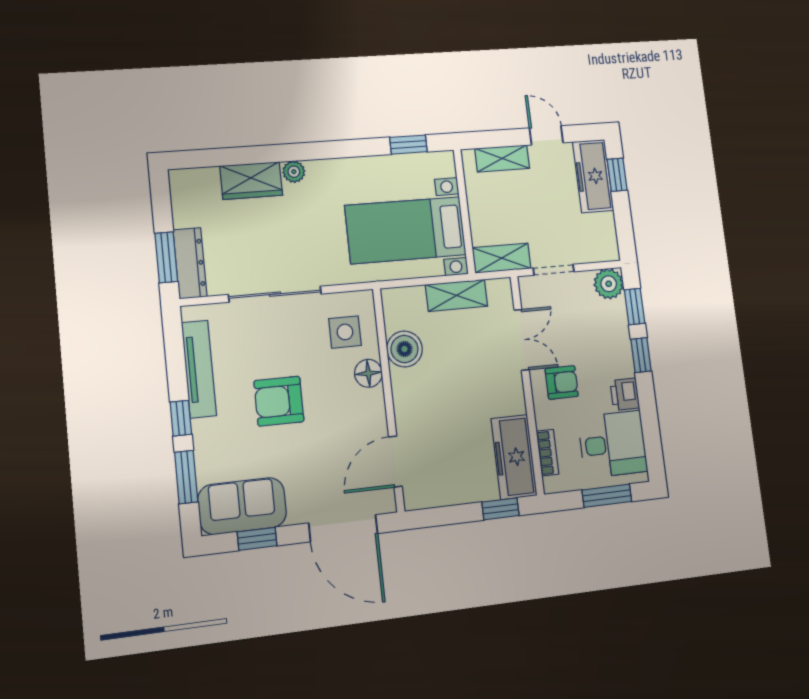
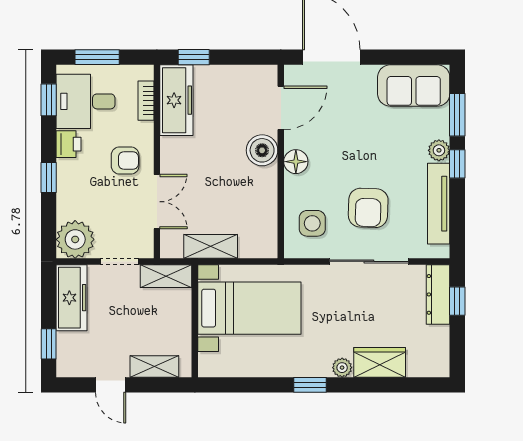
window: (408, 145) -> (310, 385), moved
freezer: (593, 176) -> (72, 298), moved
window: (166, 257) -> (457, 301), width x0.67
plant: (609, 284) -> (75, 239), width x1.36, depth x1.36
window: (635, 307) -> (49, 100), moved
double door: (522, 340) -> (157, 202), swing flipped
boiler: (404, 349) -> (262, 150), moved
floor lamp: (368, 373) -> (296, 162), moved
armchair: (562, 382) -> (125, 161), turned 180
armchair: (279, 401) -> (368, 208), moved, turned 92
plant: (204, 432) -> (439, 150), added
window: (257, 539) -> (404, 57), removed

